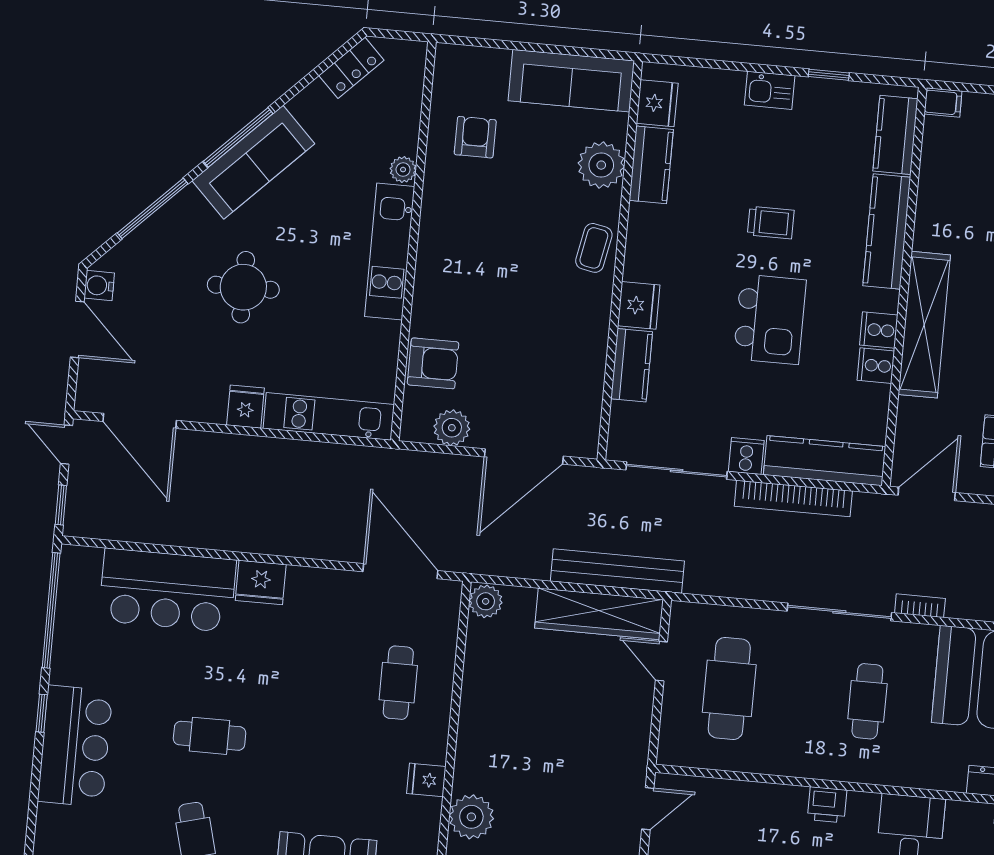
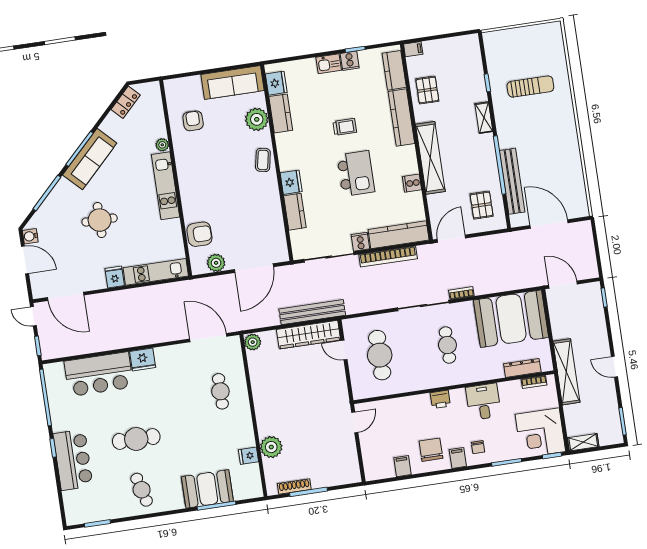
pallet: (951, 190) -> (427, 90), added
cooker: (879, 330) -> (350, 61), moved, turned -90
cafe table: (210, 736) -> (136, 439), width x1.37, depth x1.35
fridge: (426, 780) -> (248, 456), moved

